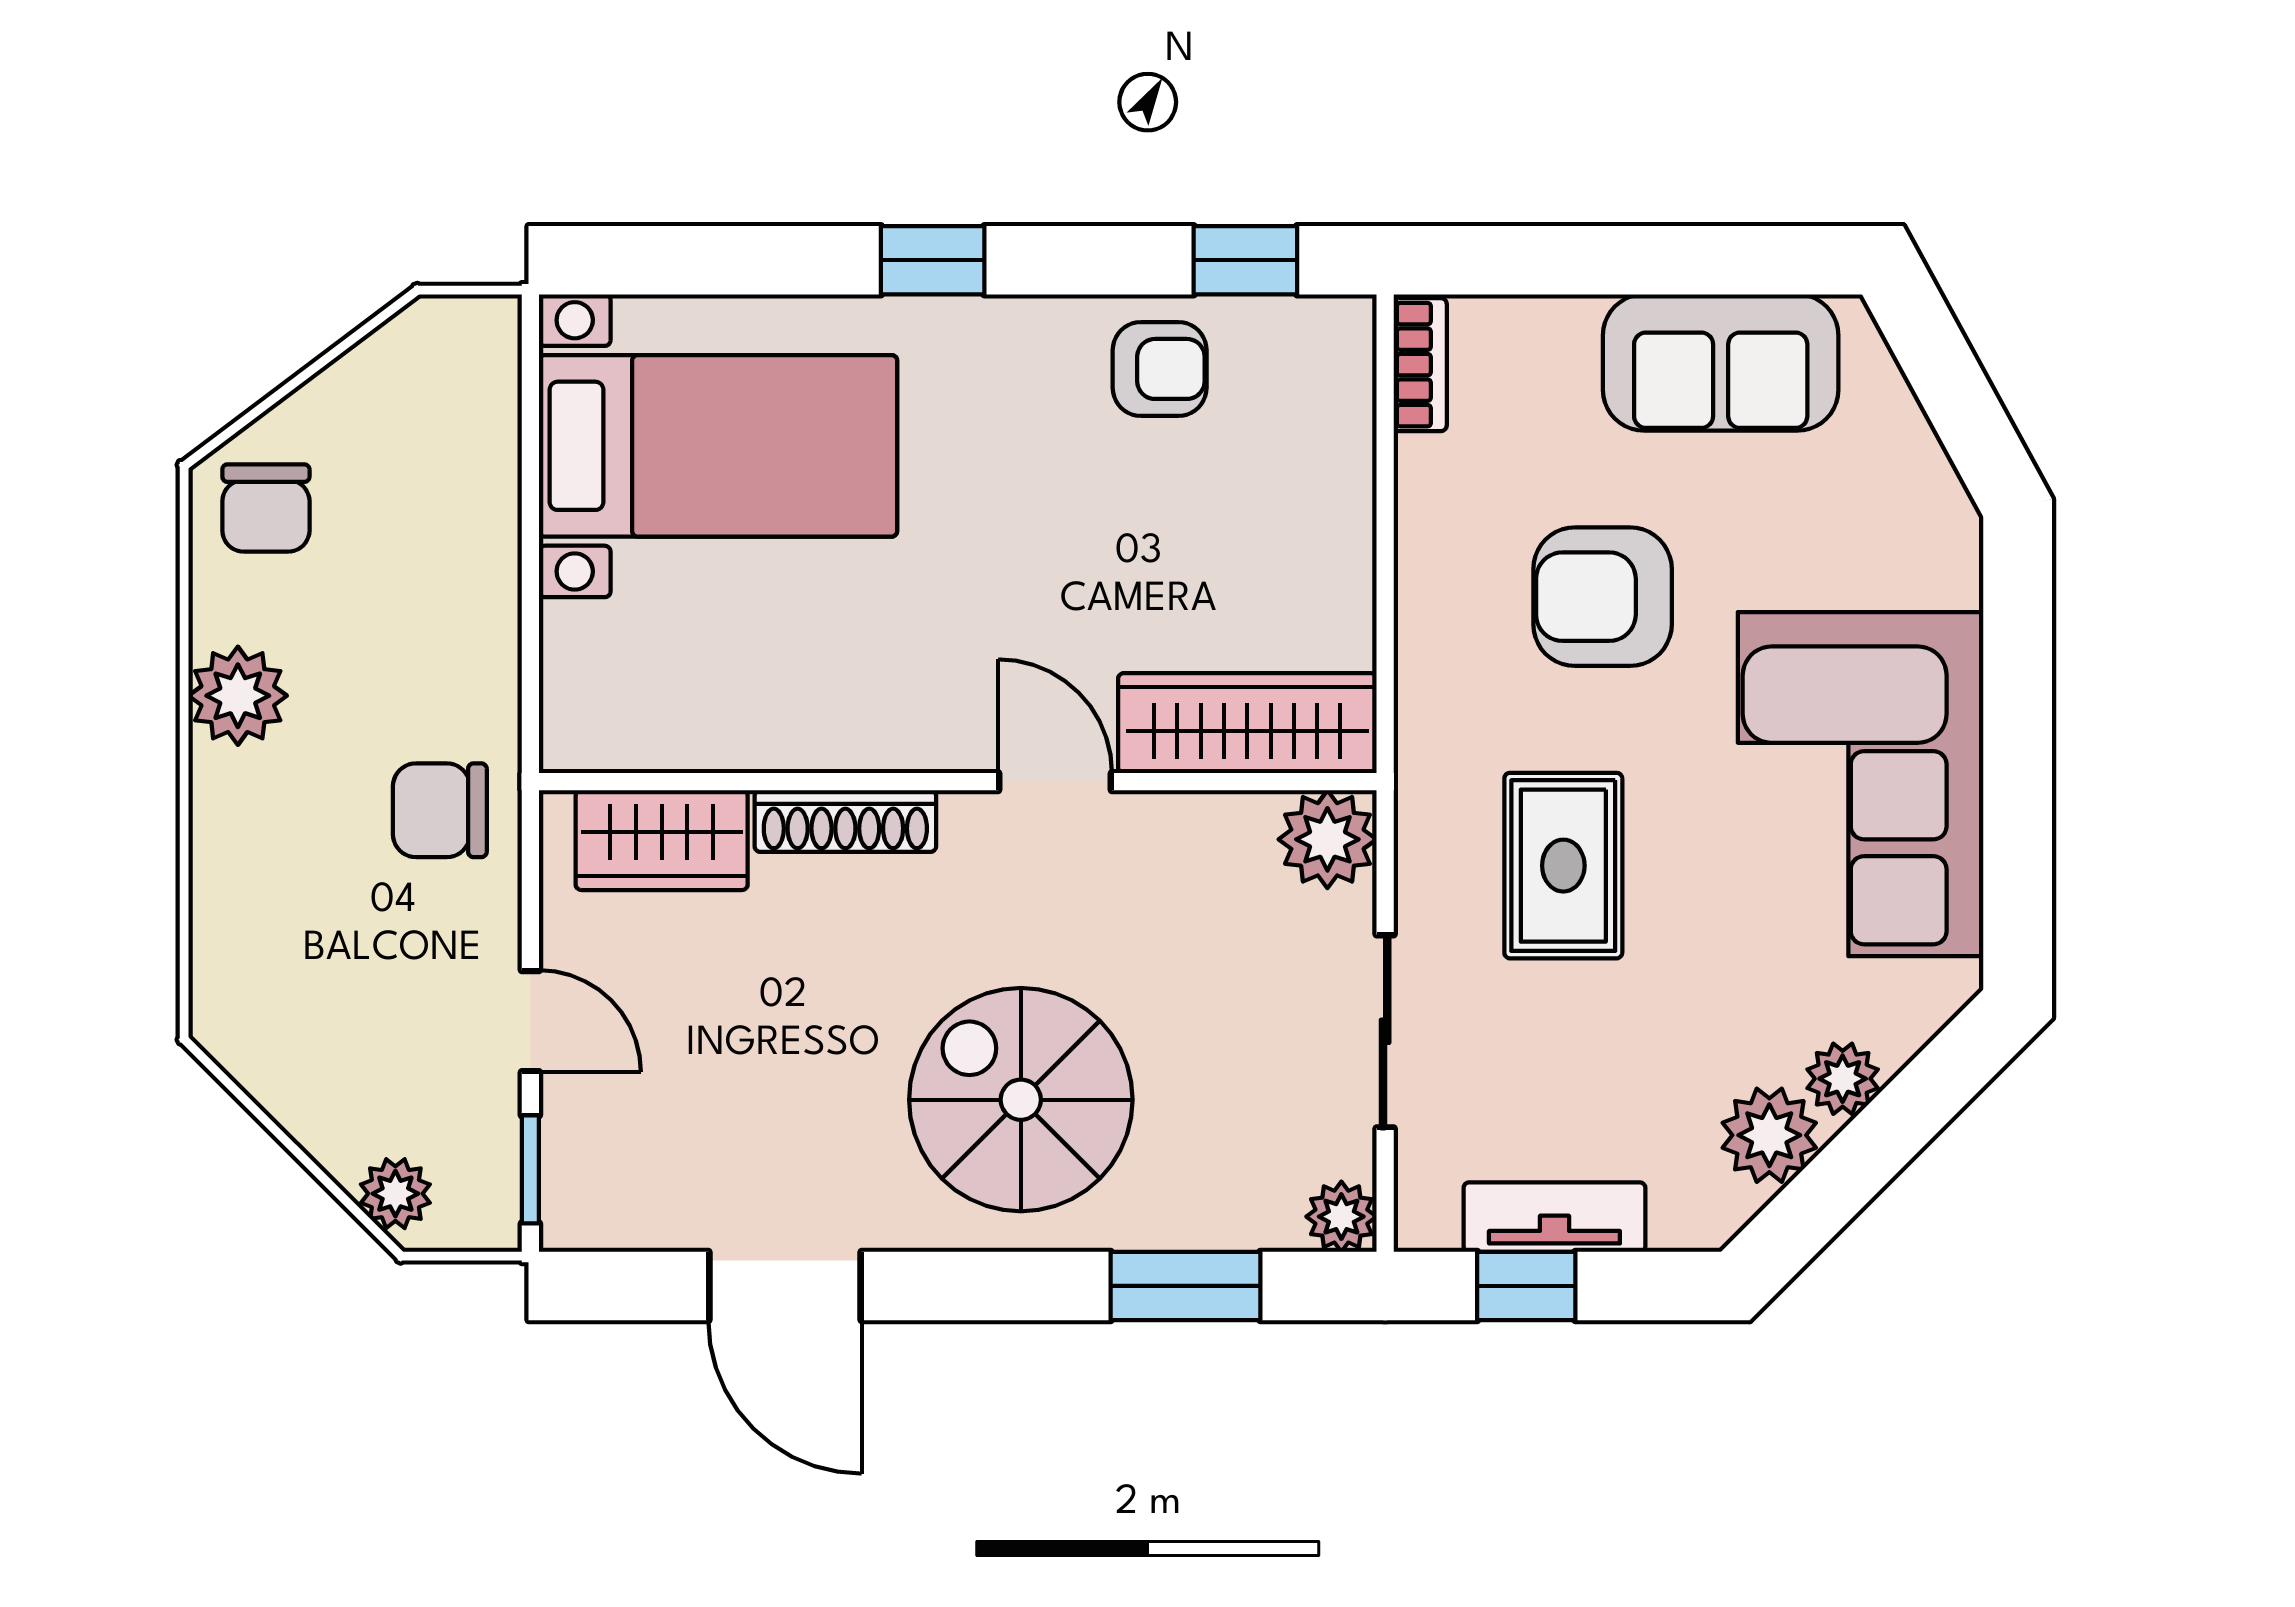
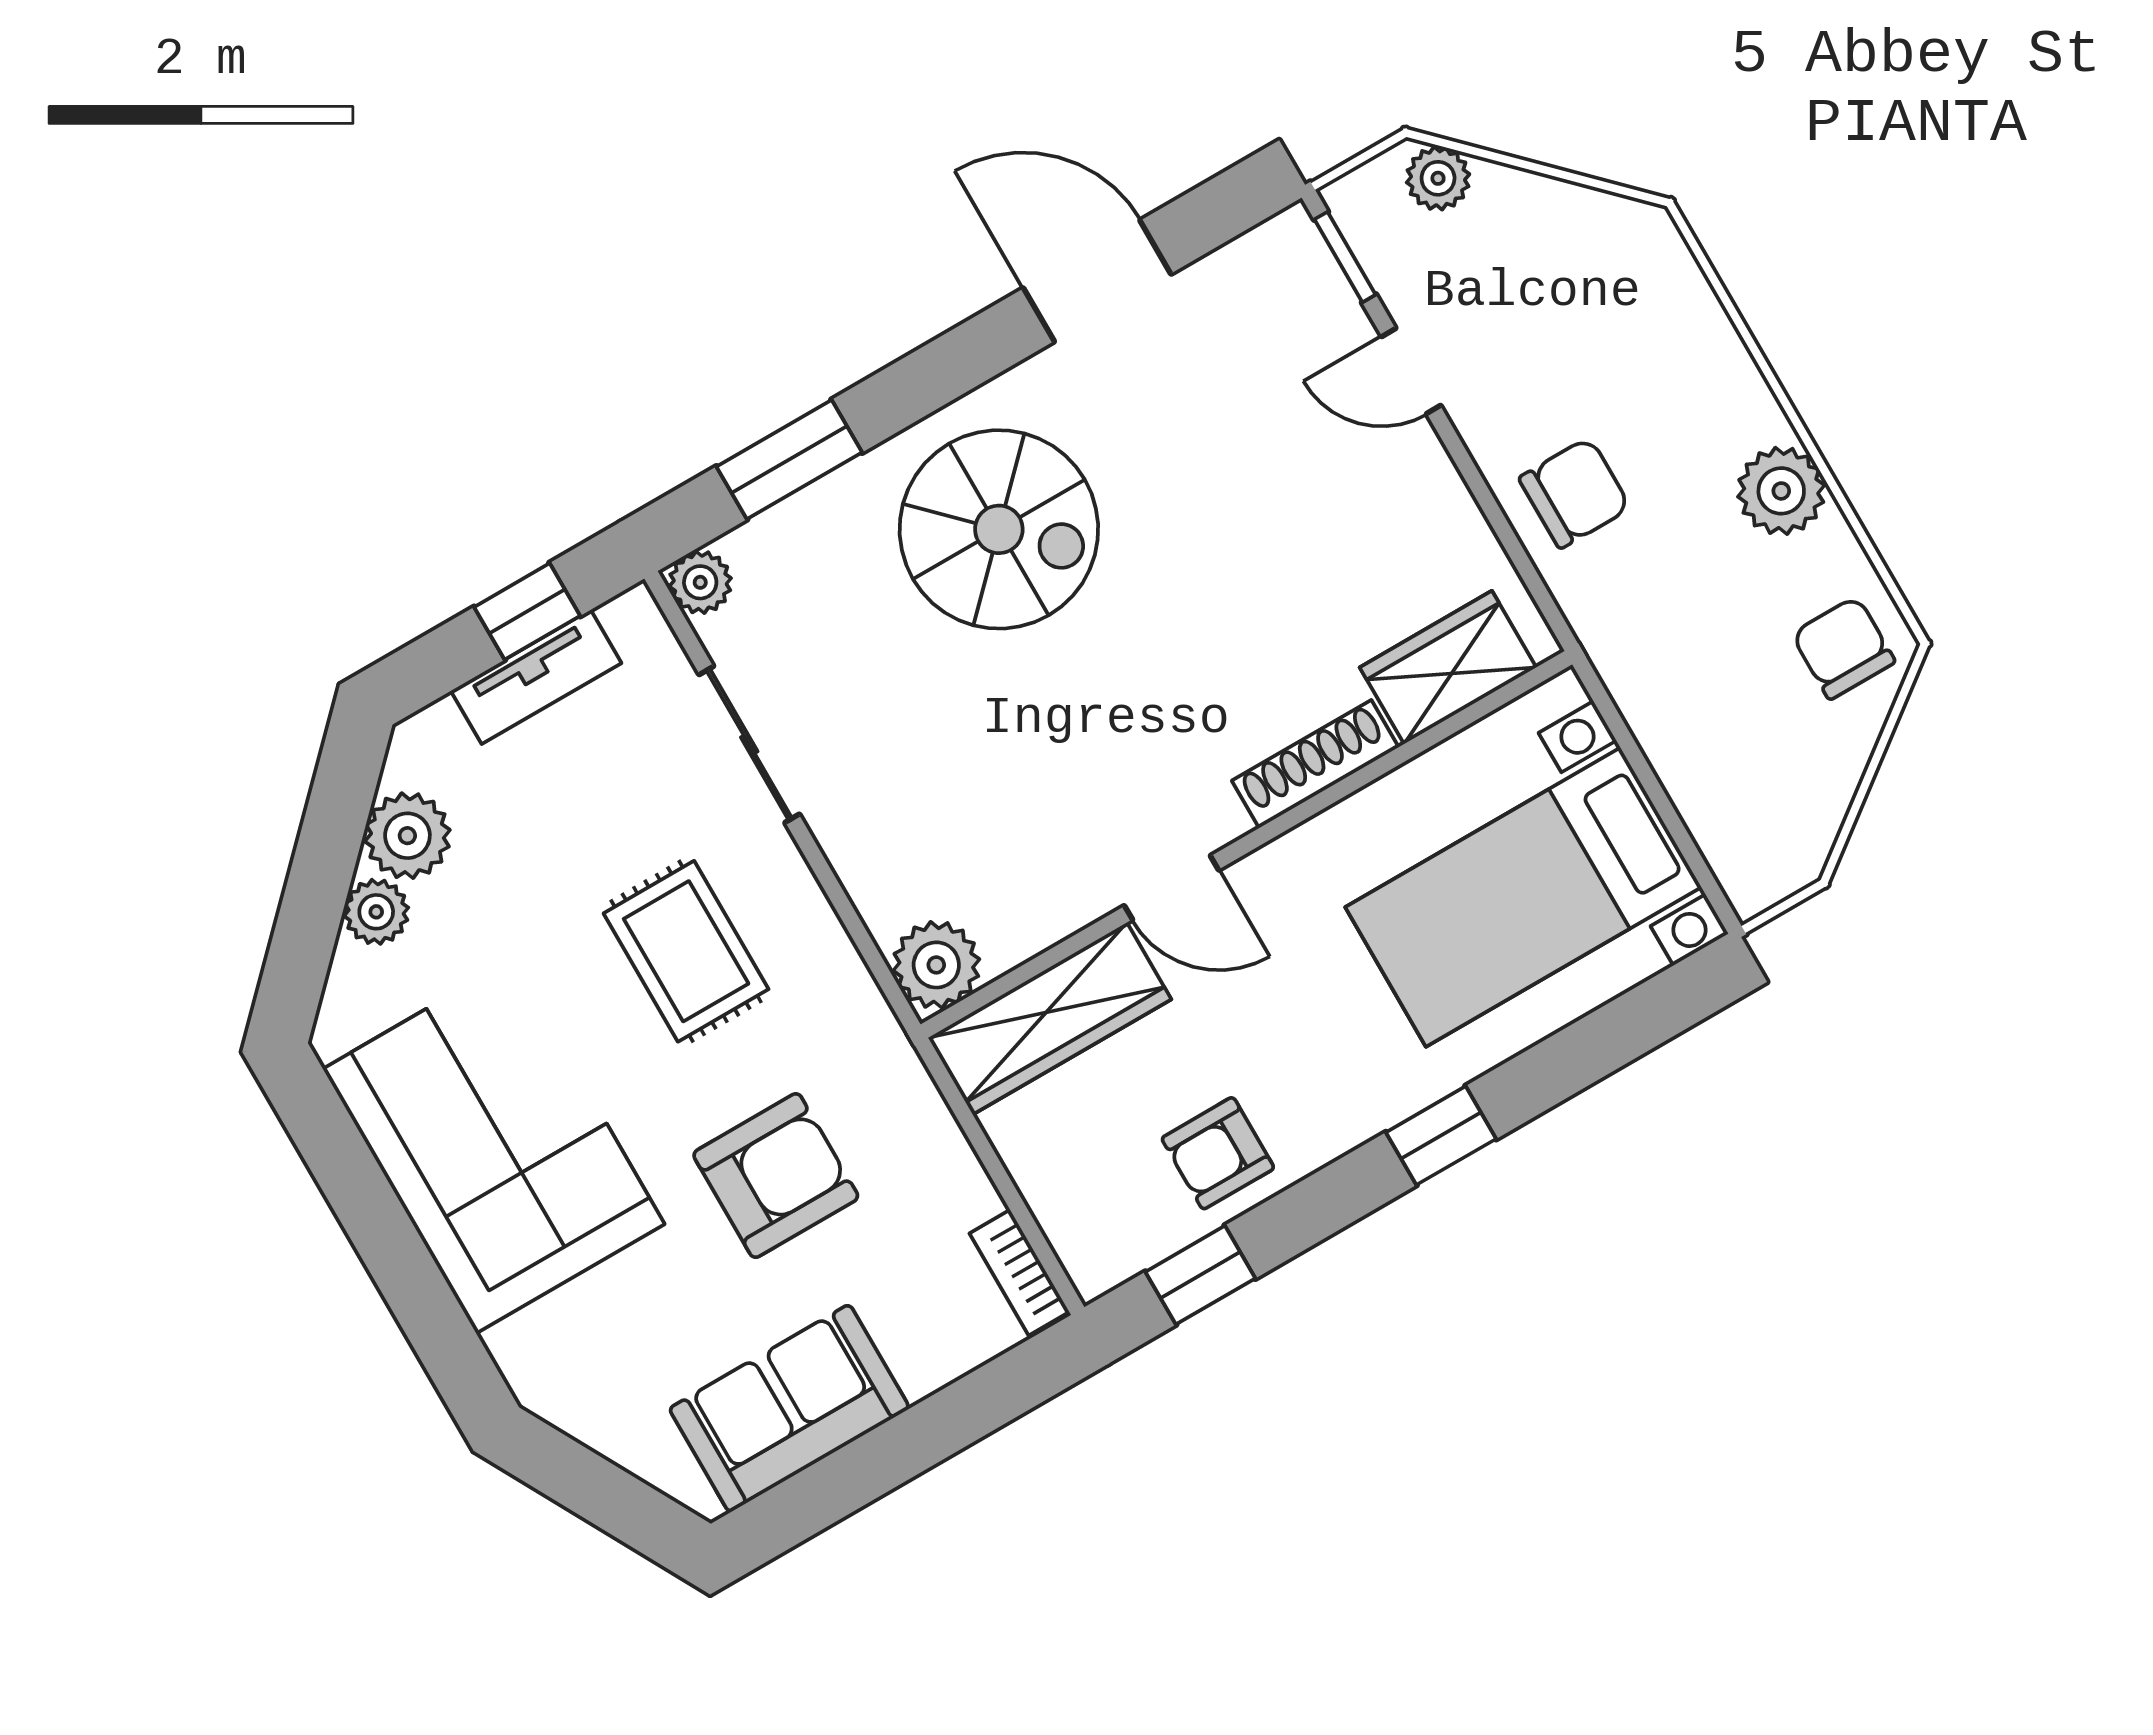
wardrobe: (1247, 723) -> (1050, 1018), moved
wall: (958, 782) -> (1246, 844), moved
door: (1055, 782) -> (1171, 888), moved
shoe rack: (845, 821) -> (1315, 764), moved
plant: (1327, 839) -> (936, 965), moved
wardrobe: (662, 840) -> (1448, 667), moved

